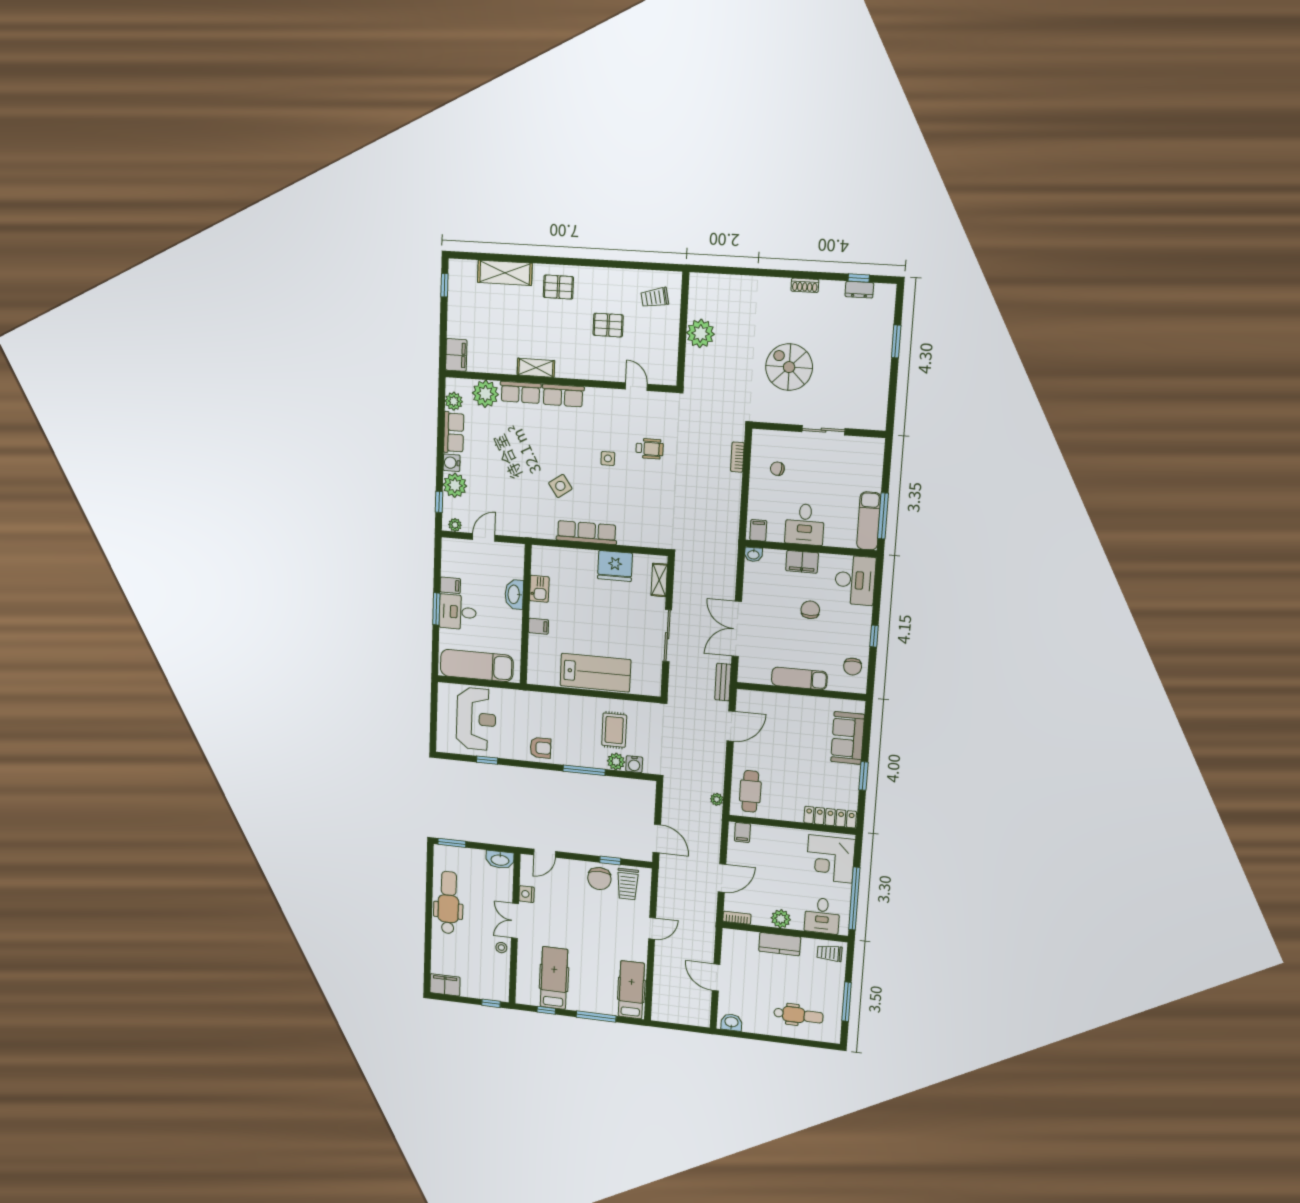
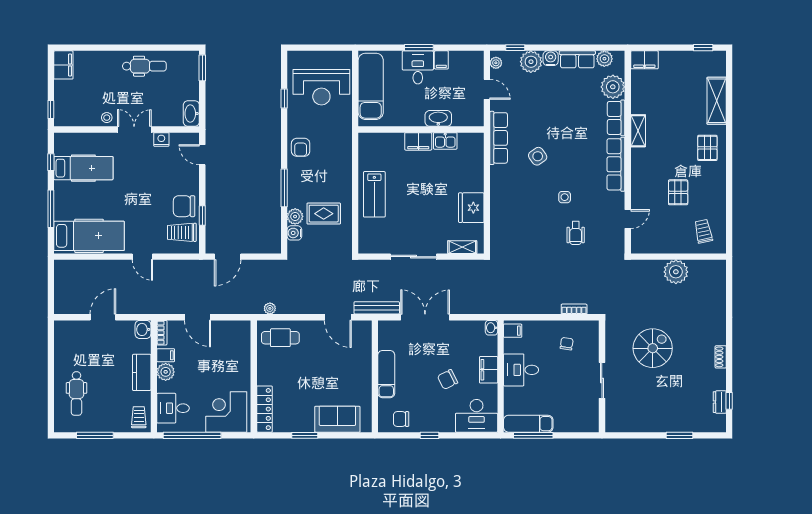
row of seats: (563, 395) -> (616, 164), width x1.48
row of seats: (587, 533) -> (499, 138), moved
chair: (810, 610) -> (448, 379), turned 153
filing cabinet: (538, 626) -> (418, 141), width x2.00
lab bench: (595, 673) -> (374, 194), width x0.73, depth x0.72
bench: (723, 682) -> (377, 308), width x1.36
filing cabinet: (742, 832) -> (166, 355), moved, turned 180
dental chair: (448, 903) -> (144, 66), width x0.73, depth x0.72
hospital bed: (631, 990) -> (89, 236), width x1.37, depth x1.29
washbasin: (731, 1022) -> (143, 329), moved, turned 180

